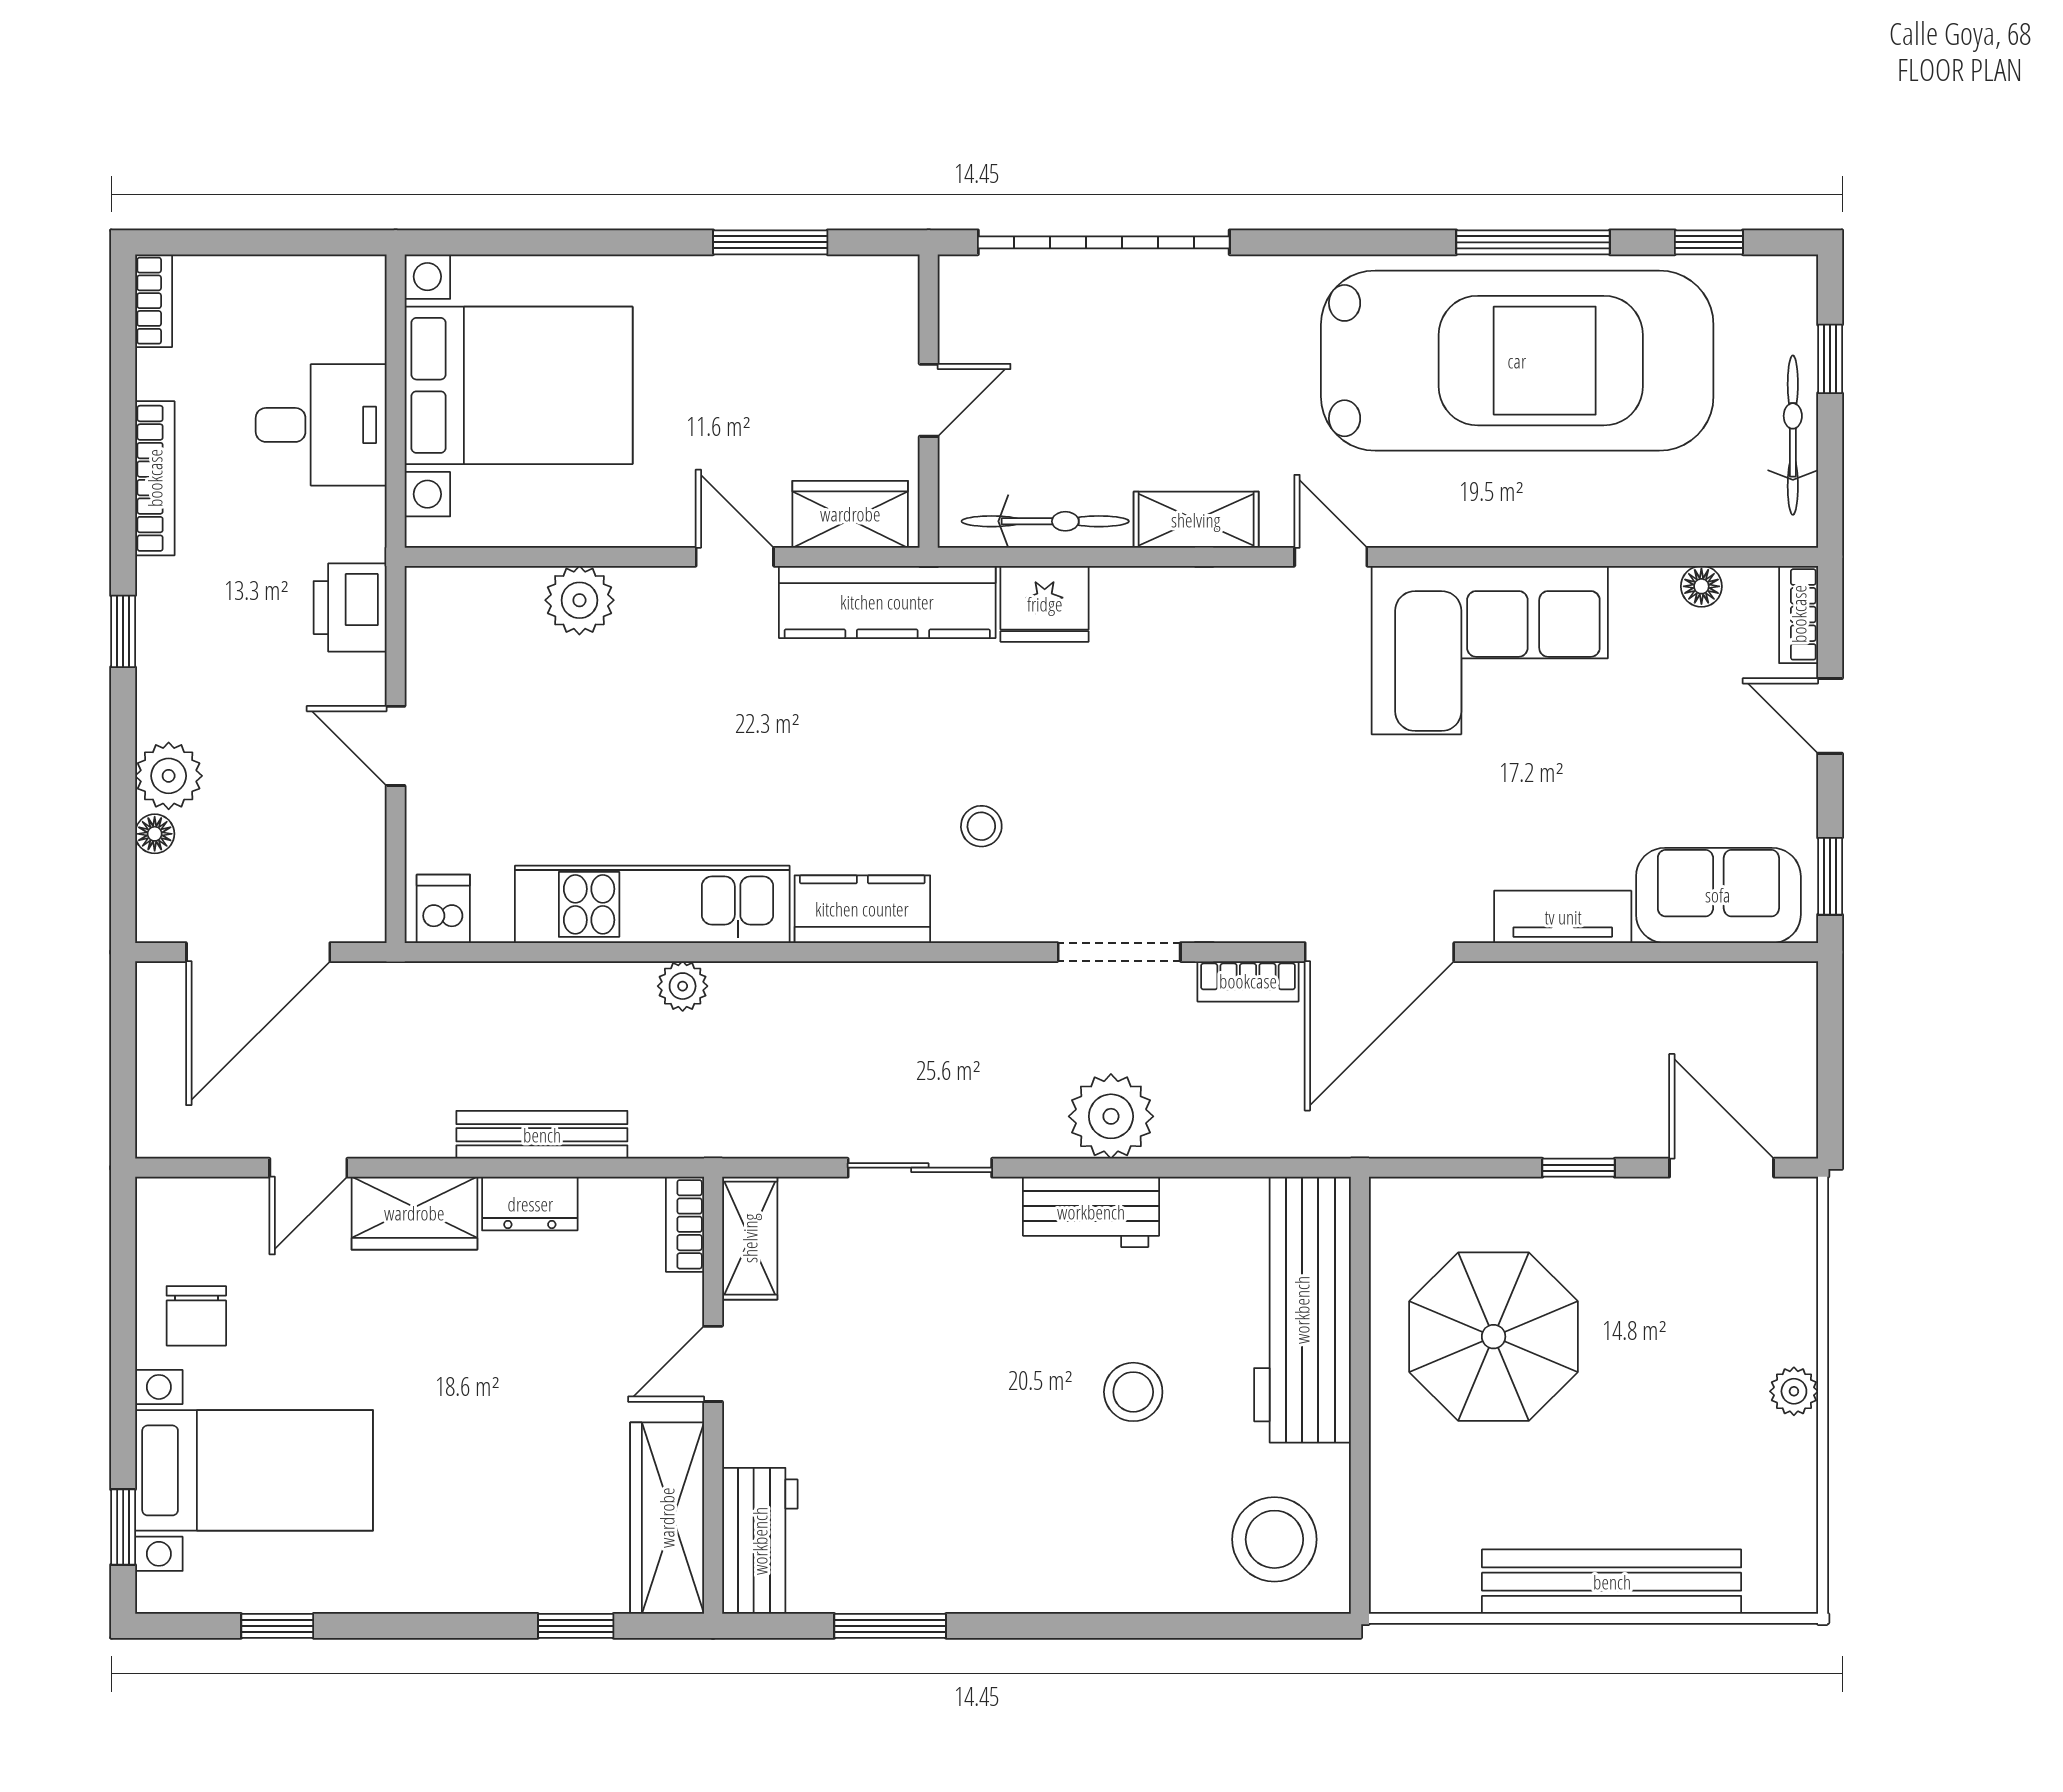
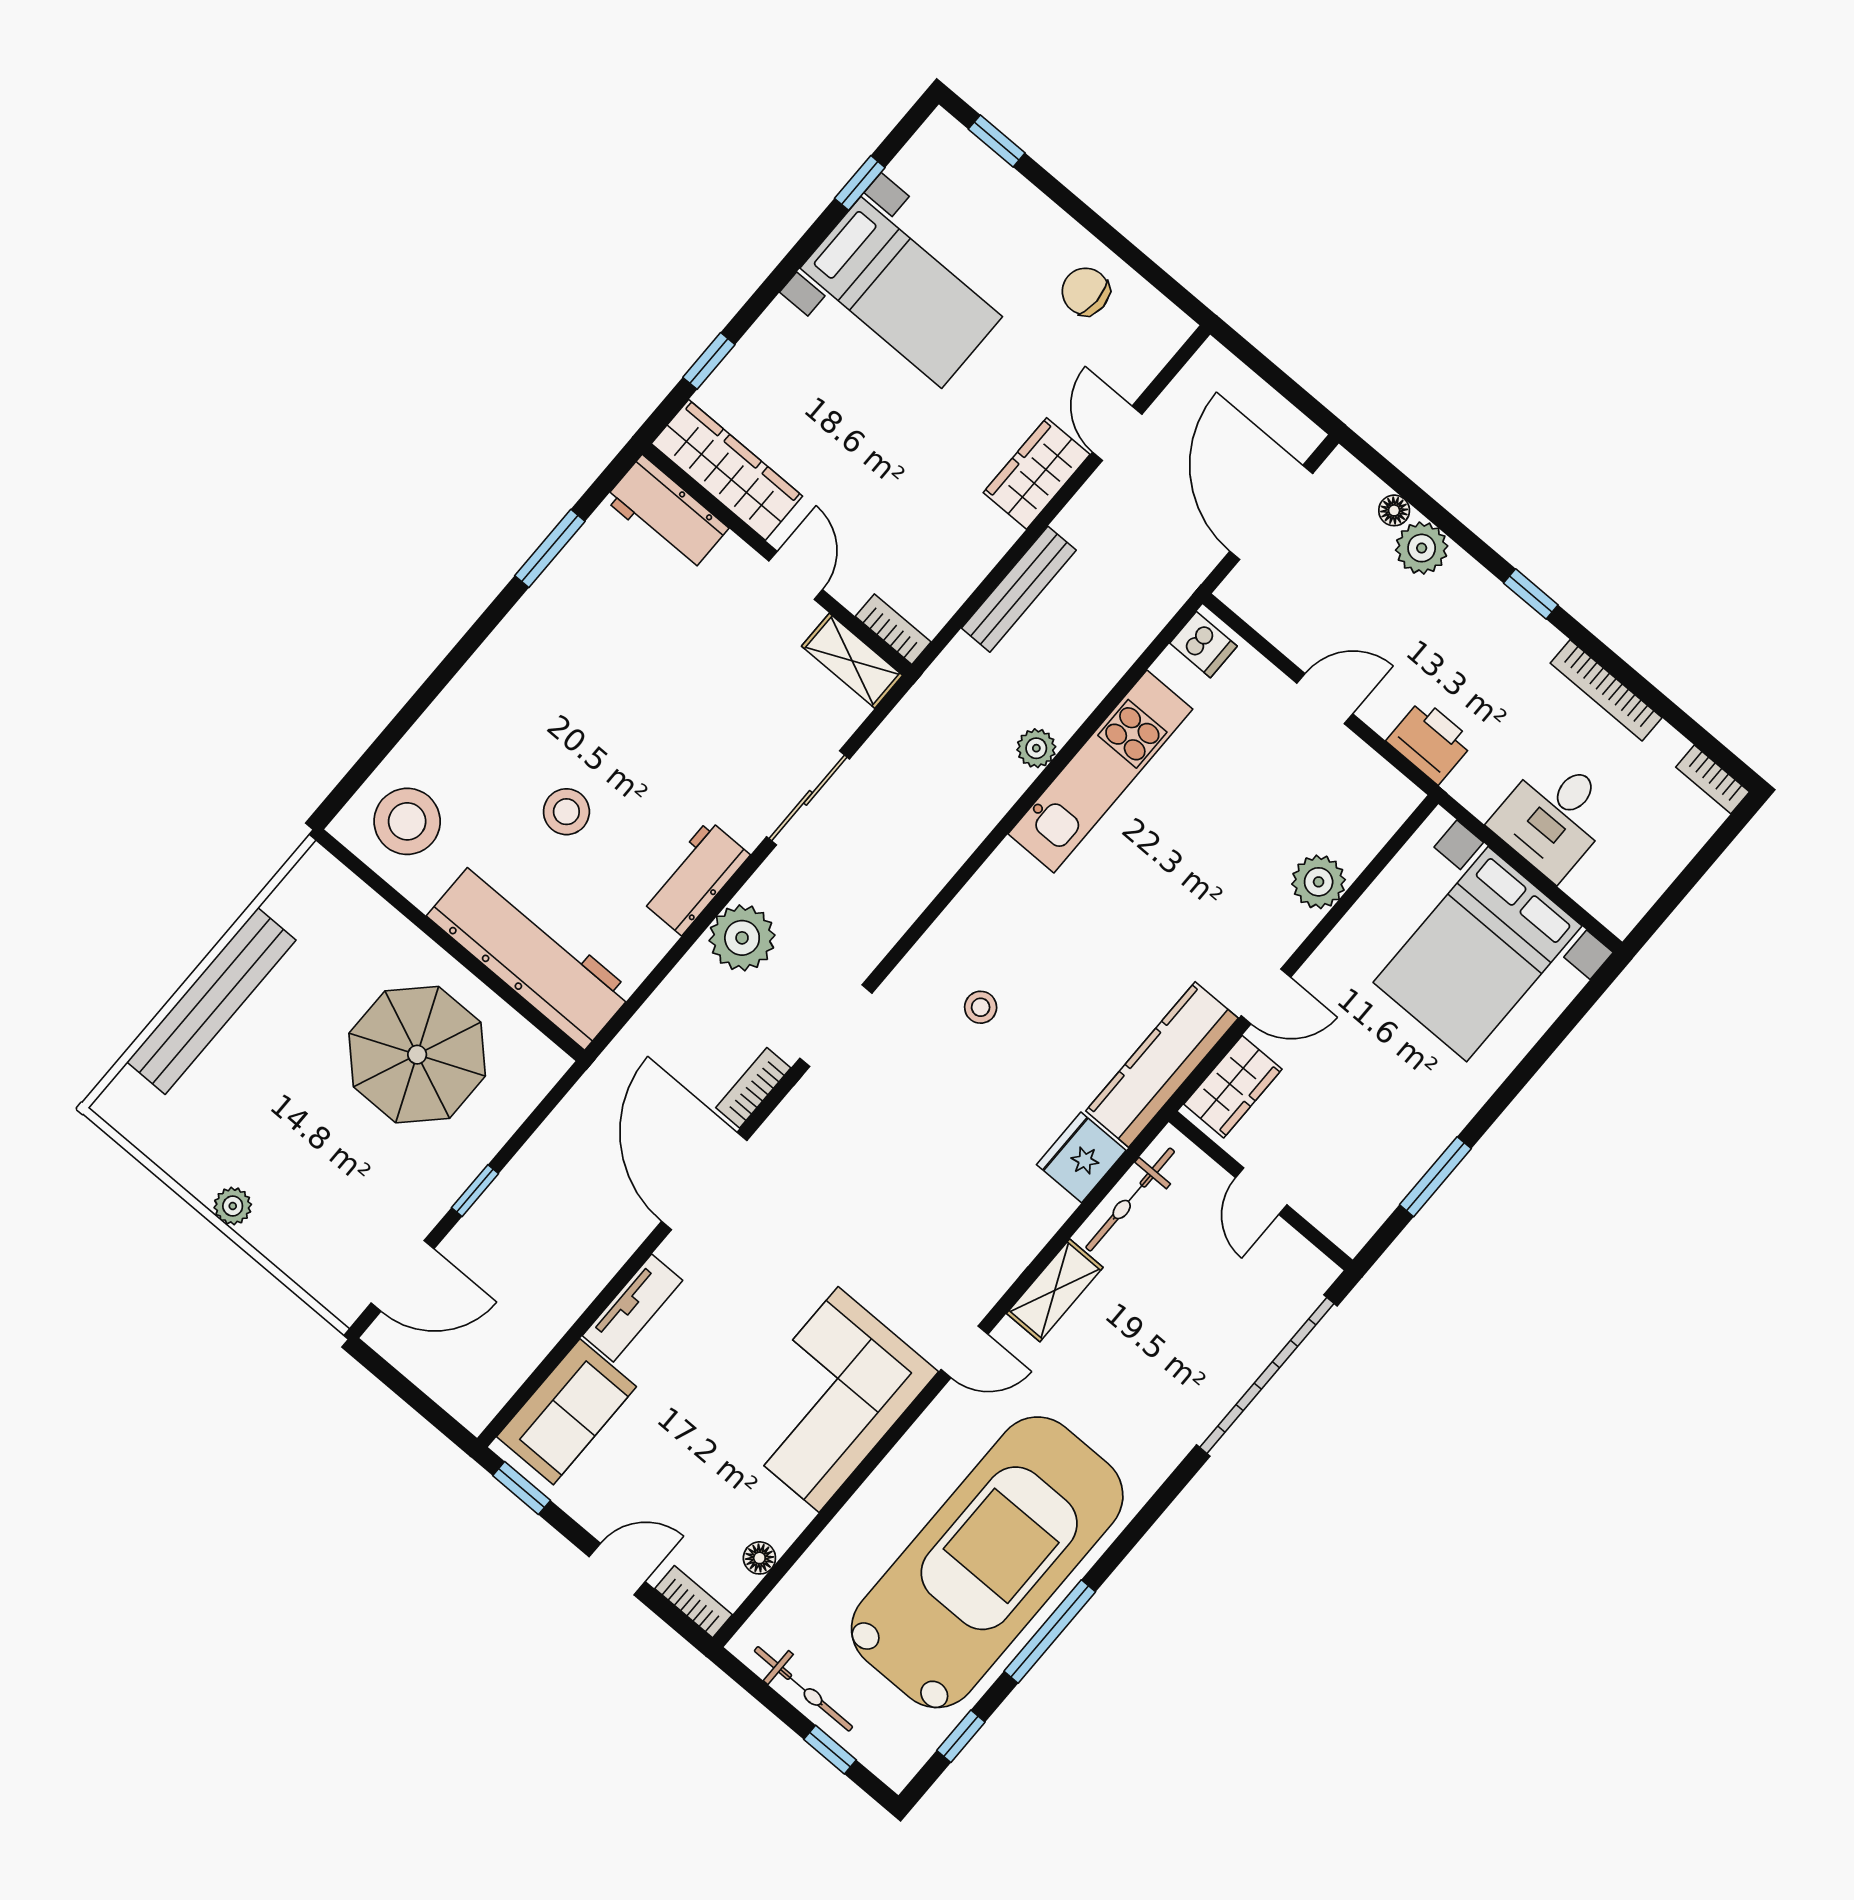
car: (1517, 361) -> (987, 1562), turned 180
kitchen counter: (862, 909) -> (991, 894), removed
dresser: (530, 1204) -> (984, 547), removed
bed with nightstands: (254, 1470) -> (901, 292), moved, turned -90

